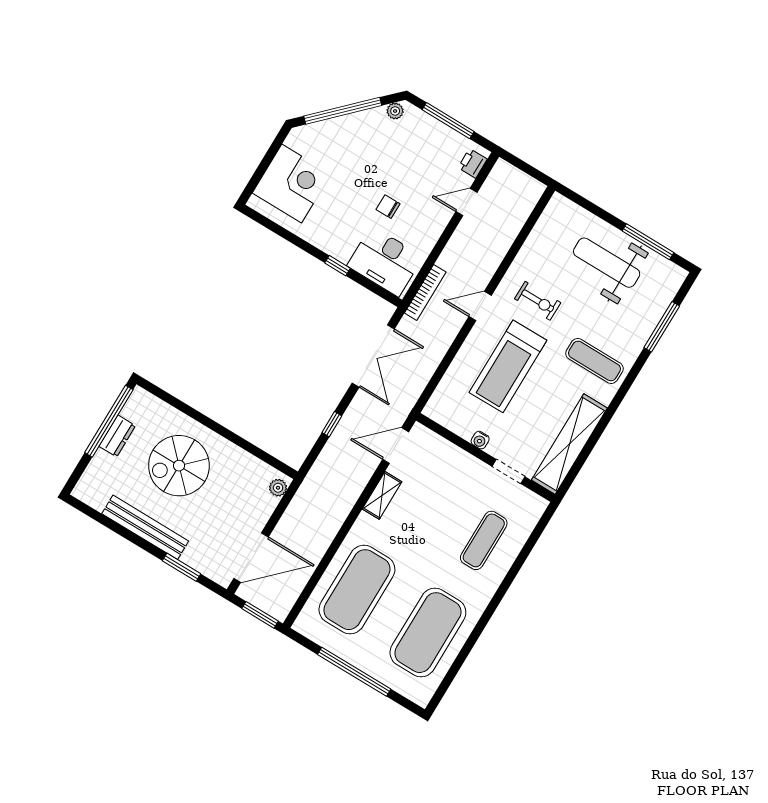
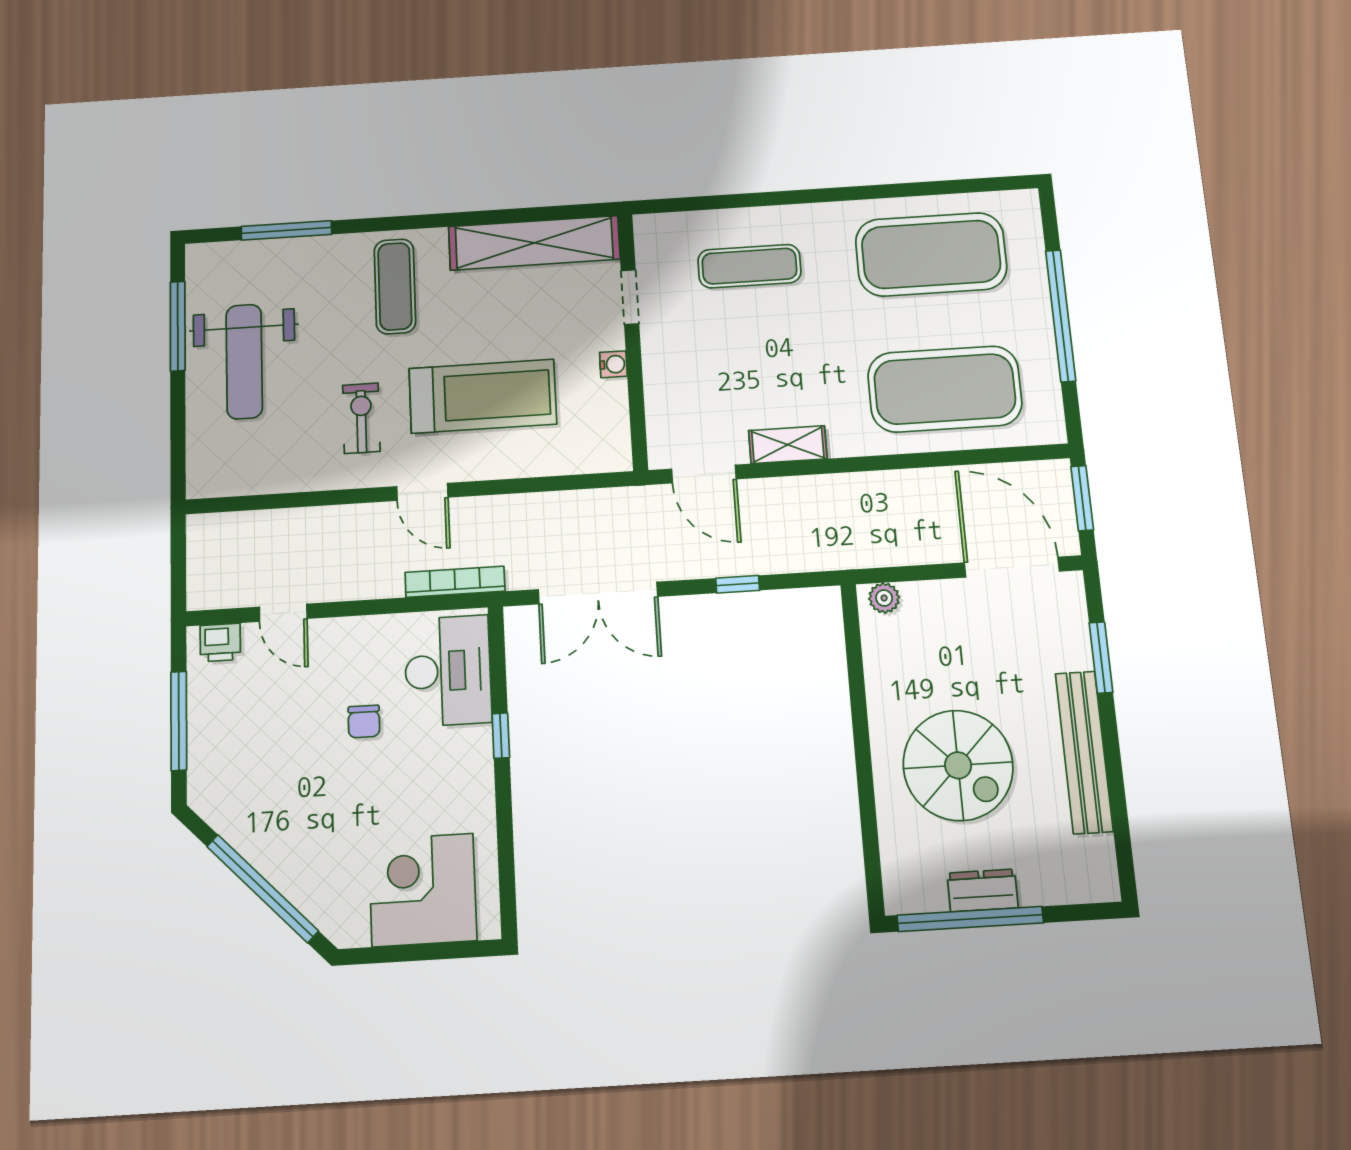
plant: (395, 111) -> (213, 809), removed
double door: (373, 356) -> (598, 593), swing flipped

